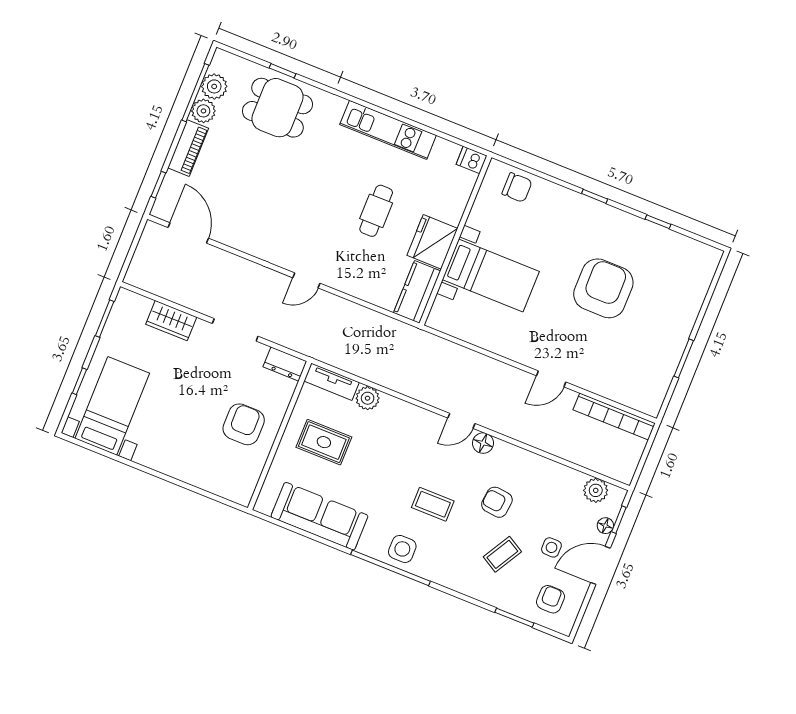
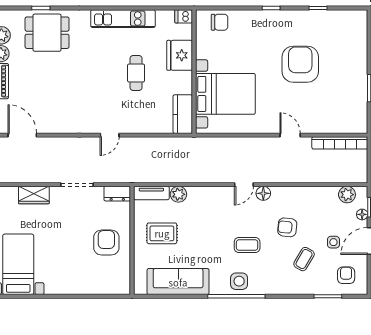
fridge: (432, 242) -> (180, 55), moved
bed with nightstands: (491, 275) -> (225, 94), width x1.36
door: (551, 379) -> (290, 135), swing flipped

